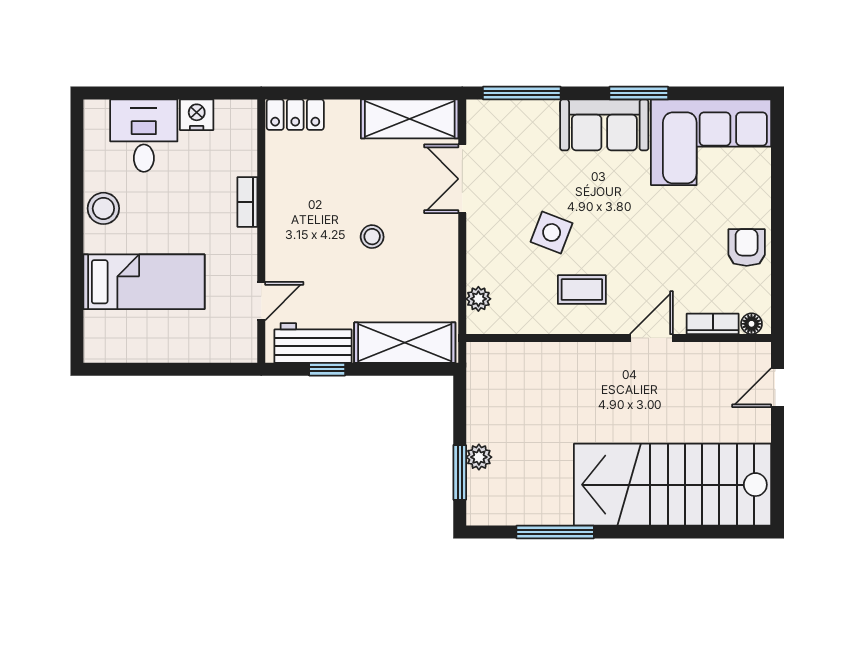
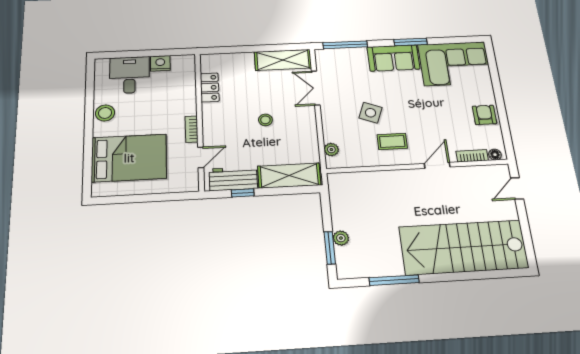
locker: (295, 115) -> (210, 87), moved, turned -90
bookcase: (247, 202) -> (192, 129), moved
bed: (144, 282) -> (129, 158), width x1.50

